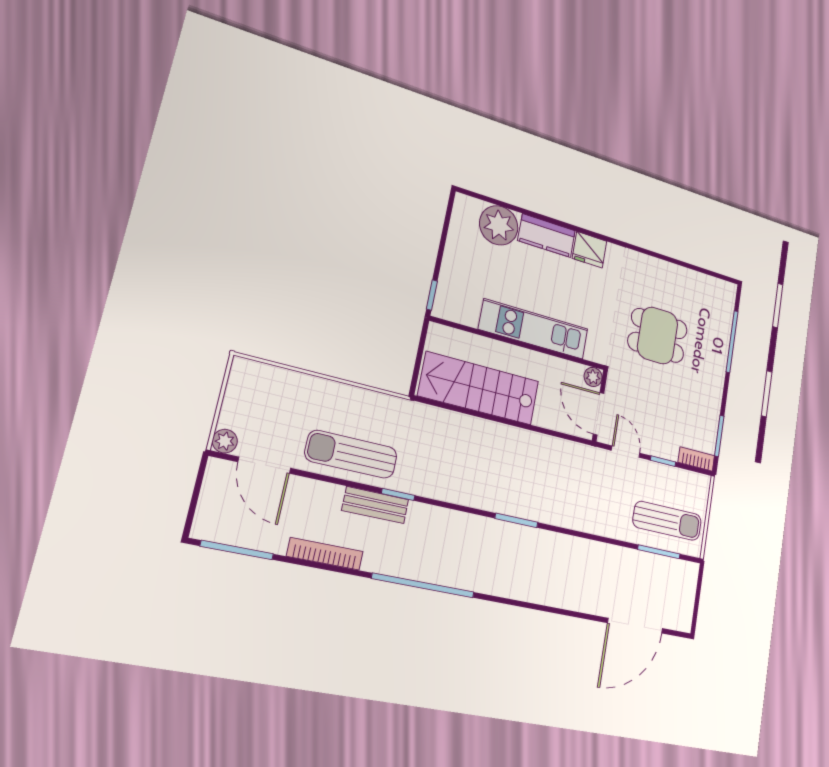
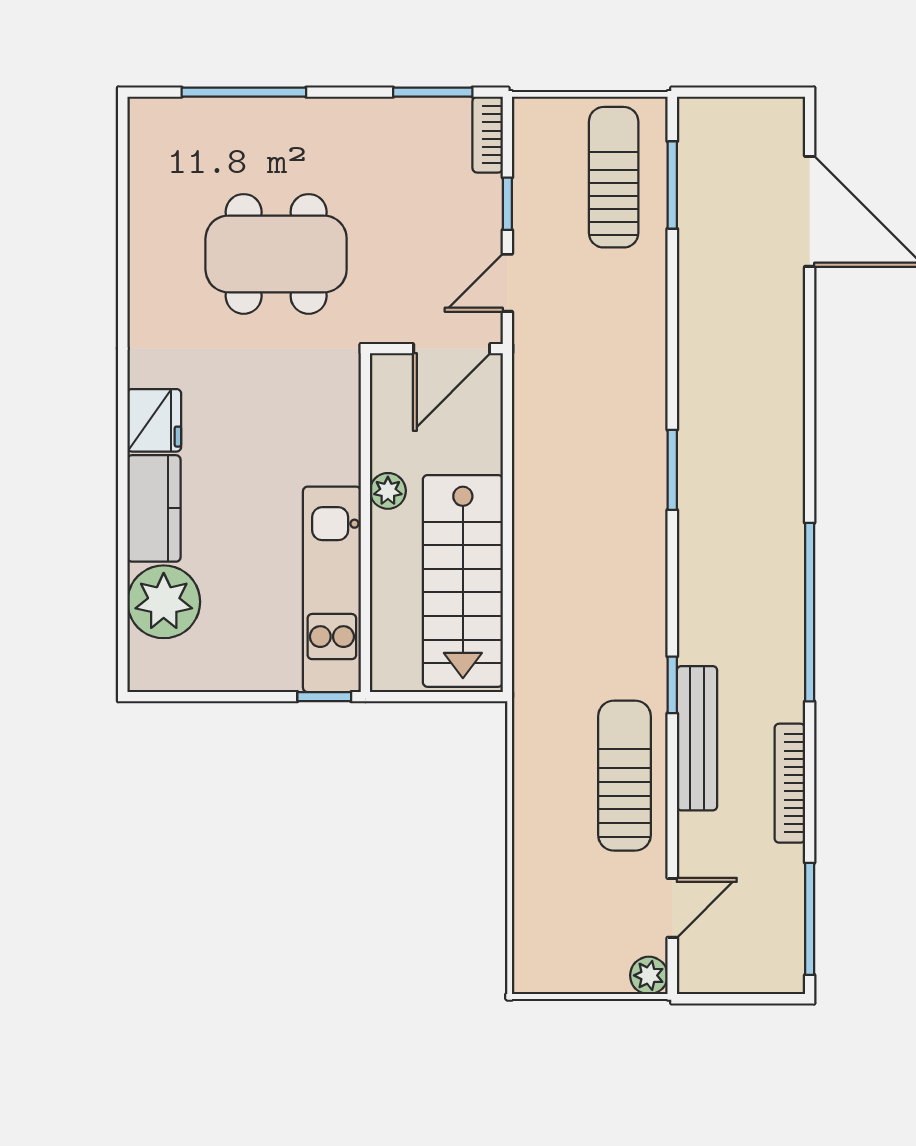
kitchen unit: (534, 329) -> (332, 589), moved
dining table: (658, 335) -> (276, 254), width x1.38
plant: (593, 377) -> (388, 491), moved
sun lounger: (351, 454) -> (625, 776), turned 180
door: (264, 465) -> (672, 908), width x0.73
bench: (375, 505) -> (697, 738), width x1.36

